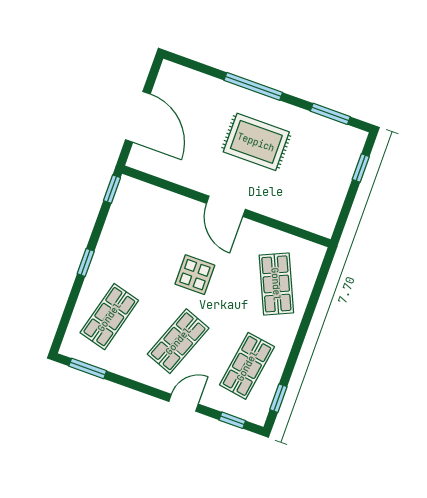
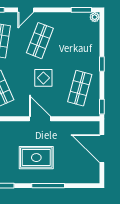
shop shelf: (109, 317) -> (80, 88), moved
plant: (69, 348) -> (95, 17), added

